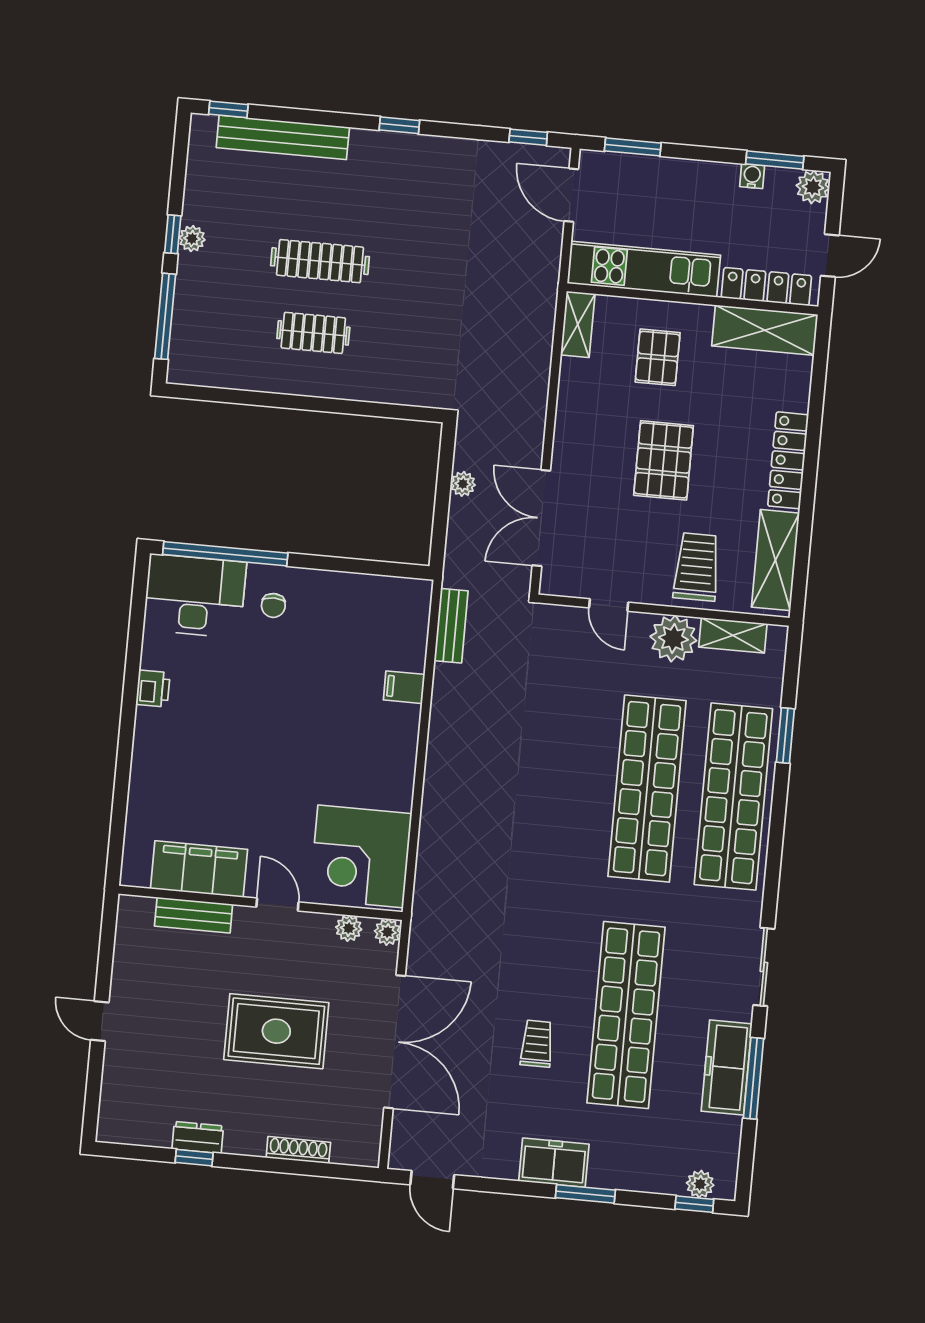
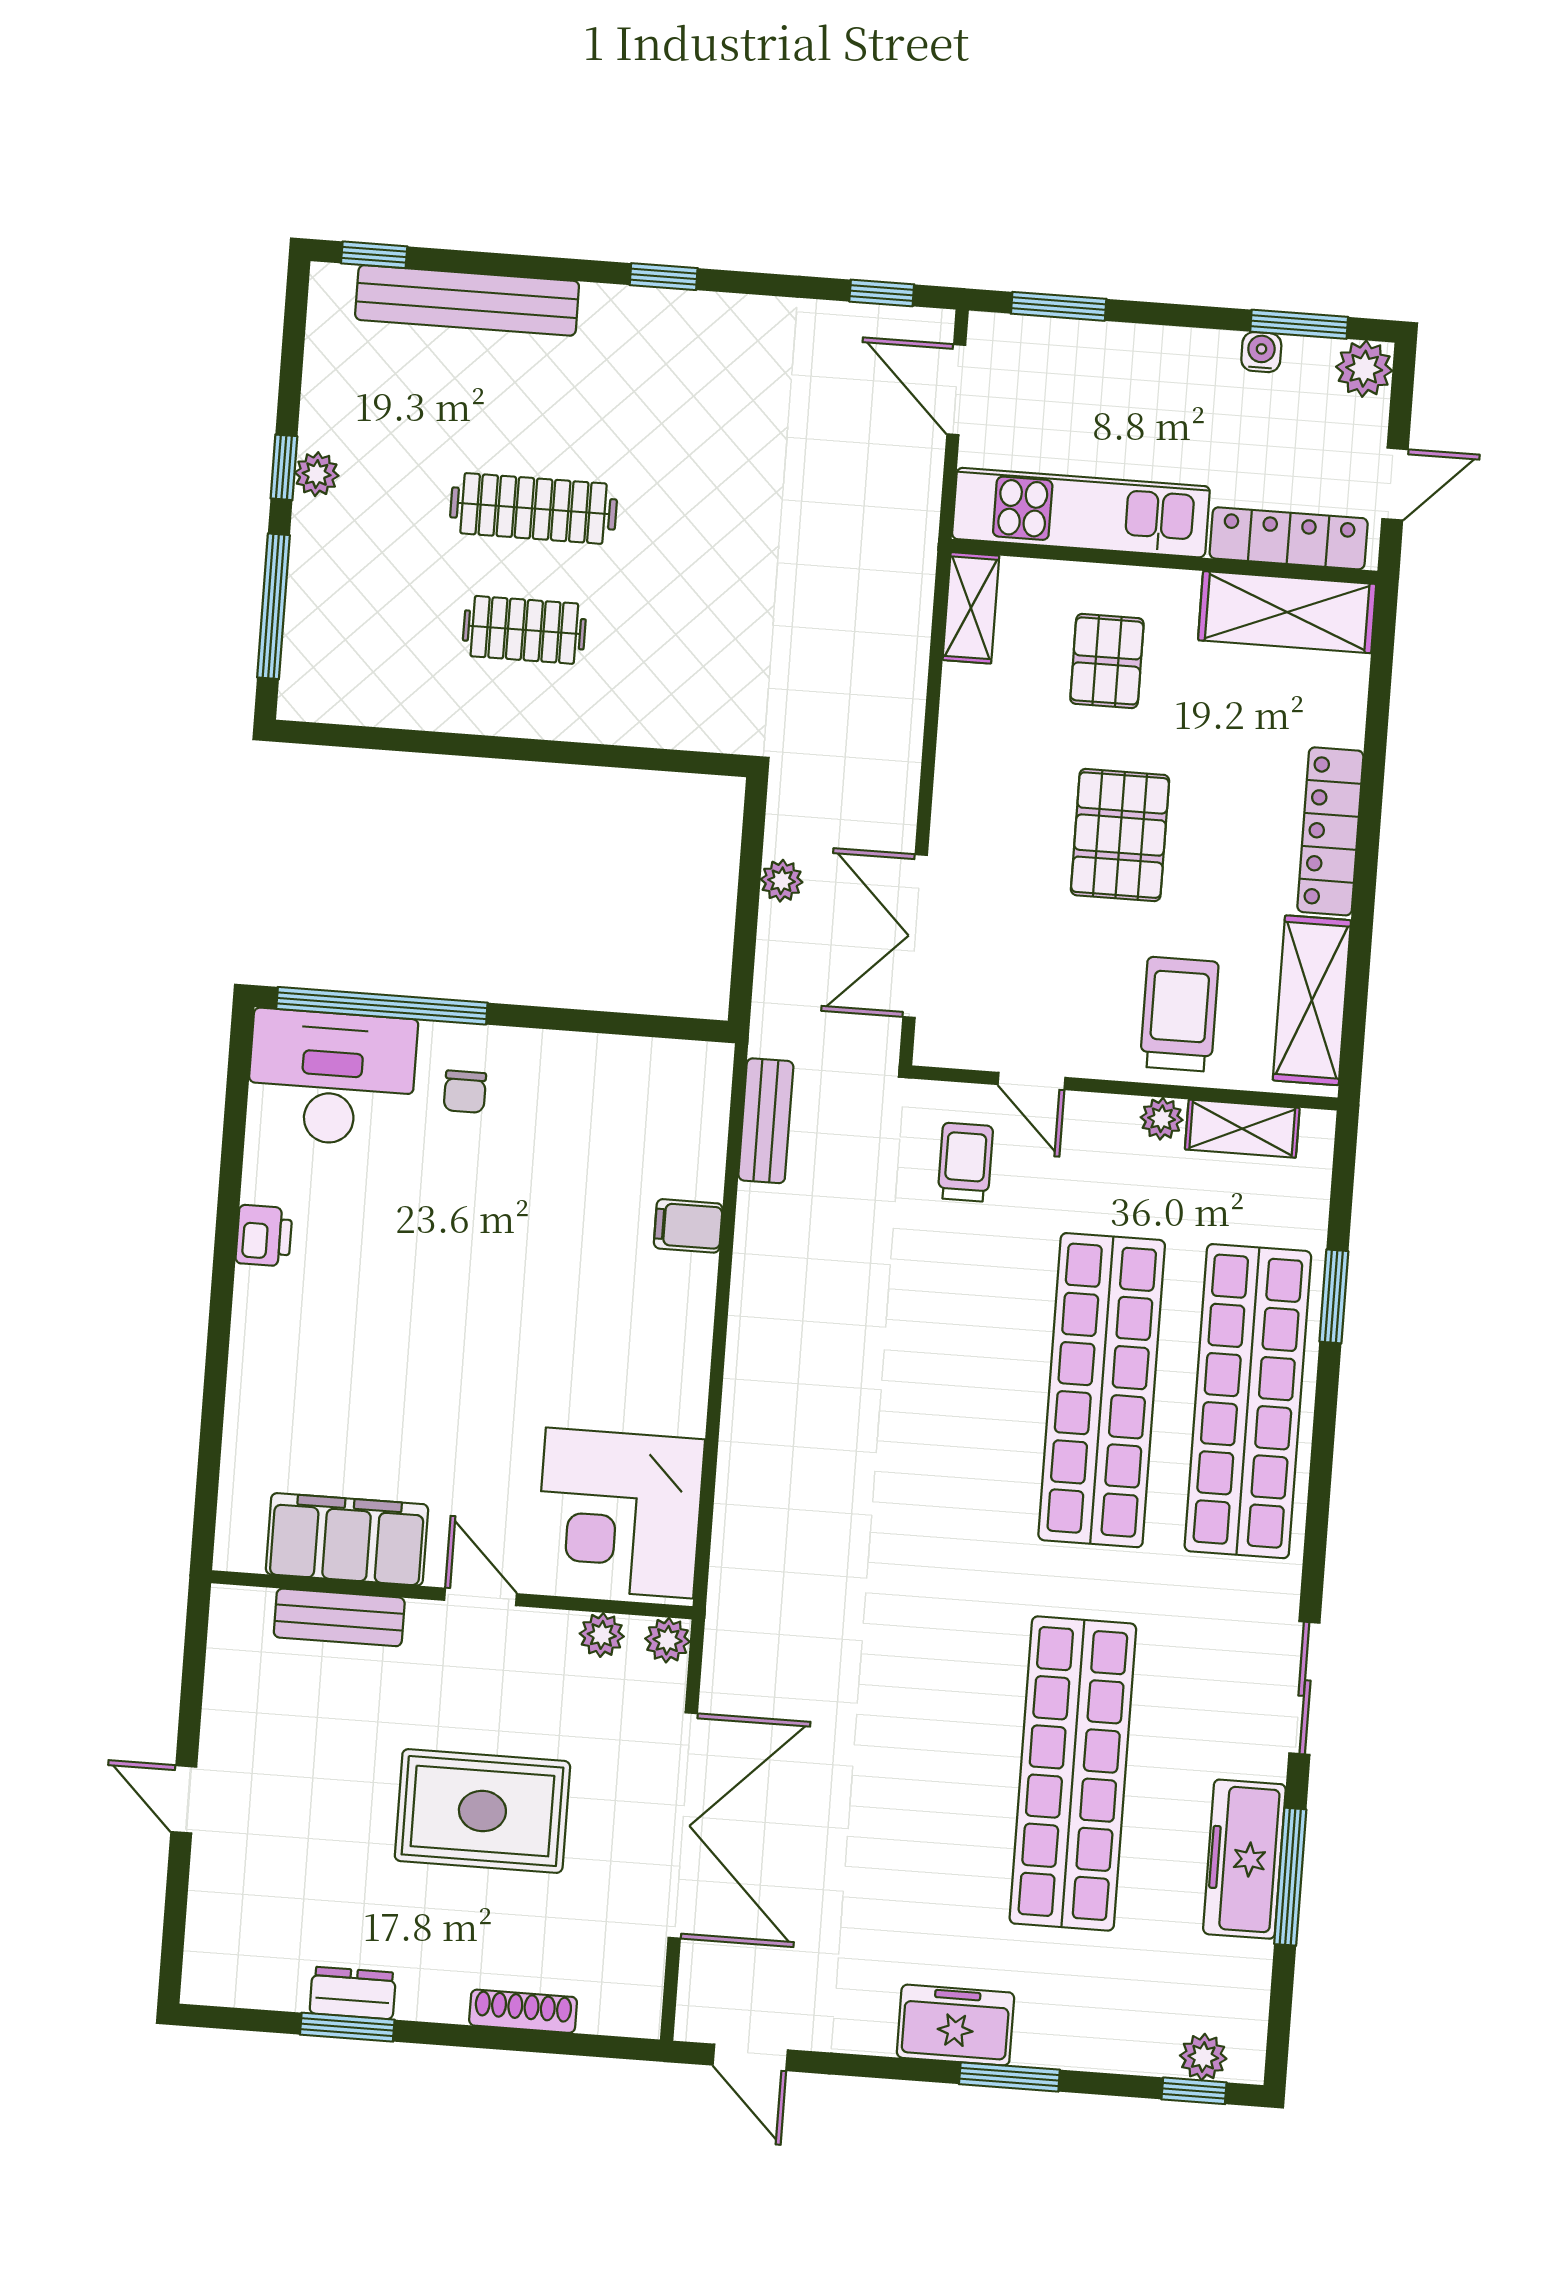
plant: (673, 638) -> (1162, 1119), width x0.53, depth x0.53
trolley: (537, 1044) -> (965, 1162), moved
window: (194, 1158) -> (347, 2027), width x1.50

